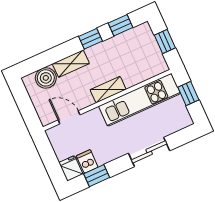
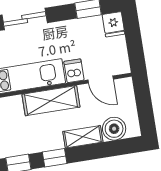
shelving: (108, 90) -> (51, 101), width x1.50, depth x1.33
dishwasher: (87, 161) -> (74, 71), moved, turned 180

